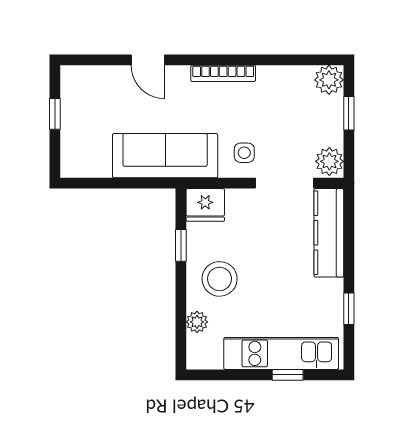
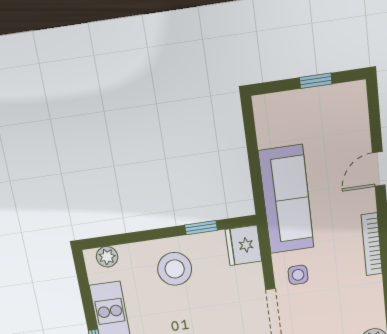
plant: (197, 322) -> (107, 257), moved

